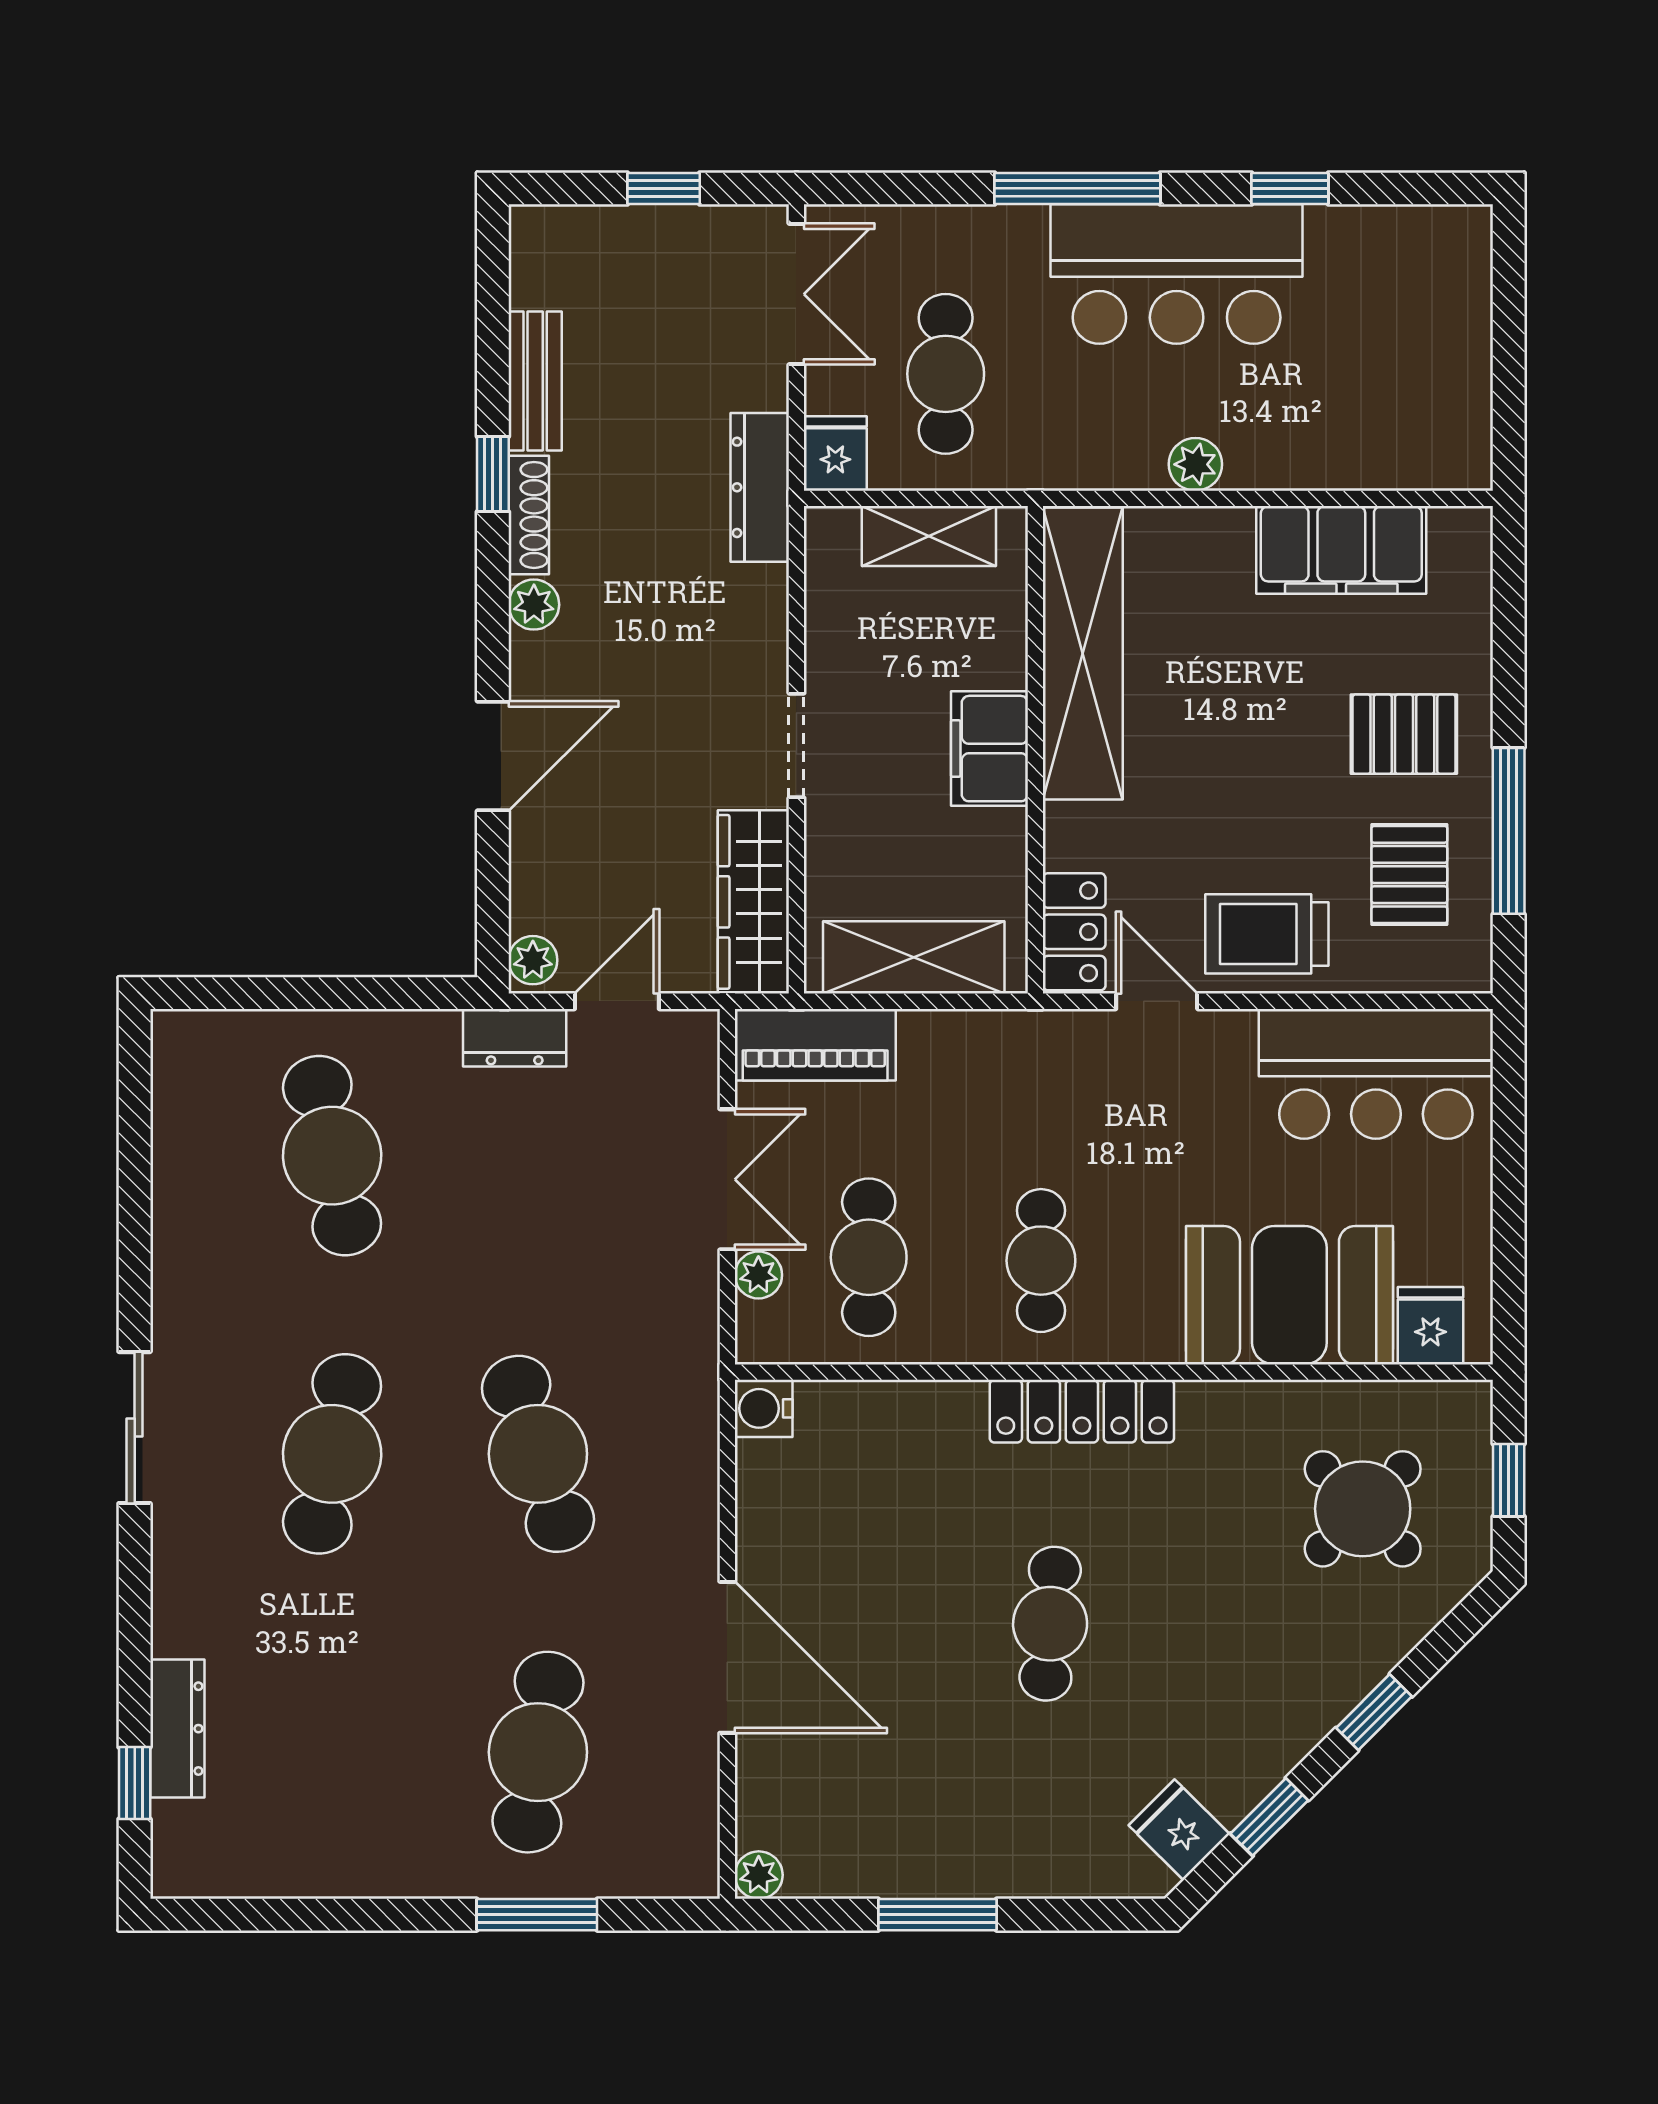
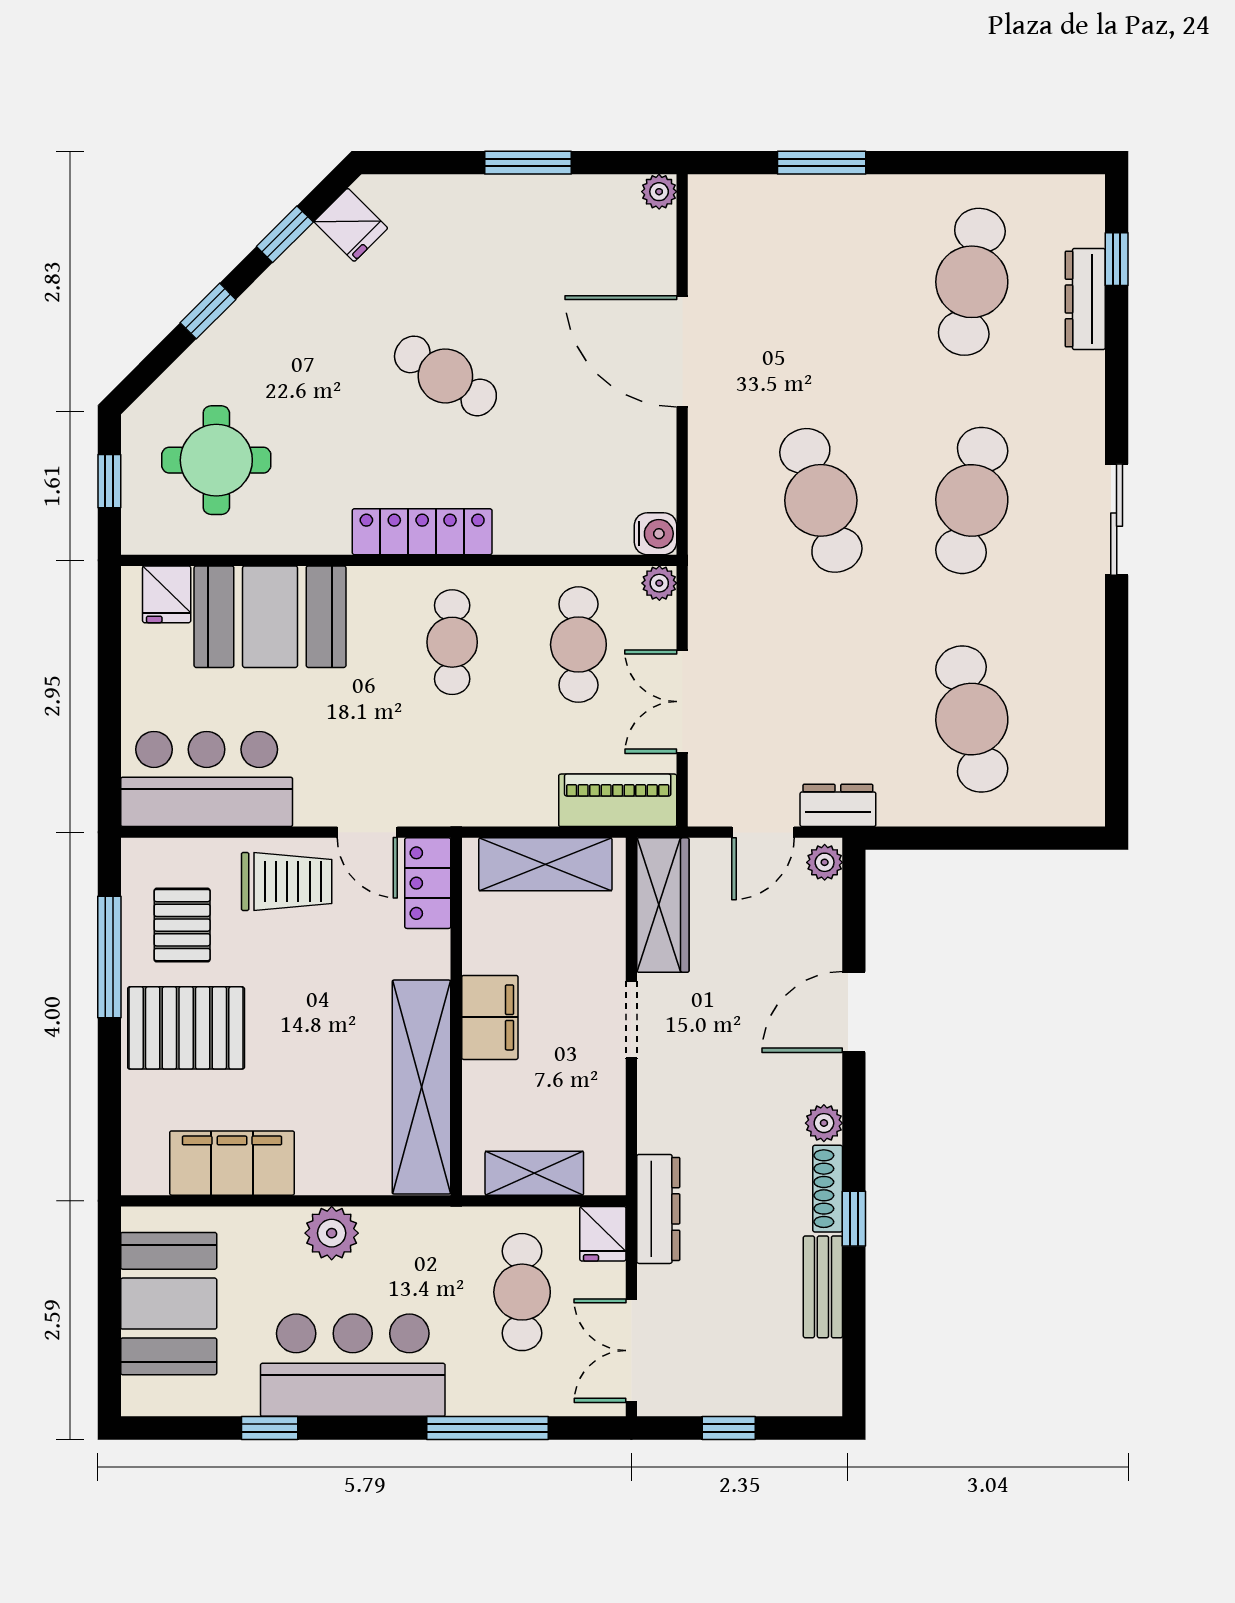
window: (1077, 188) -> (487, 1428), moved
booth: (1428, 358) -> (169, 1304), added
plant: (1195, 464) -> (332, 1233), width x1.38, depth x1.38
pallet: (1404, 734) -> (186, 1028), width x1.50, depth x1.42
plant: (758, 1275) -> (659, 583), moved
round table: (1363, 1509) -> (216, 460), turned 45
cafe table: (1050, 1624) -> (445, 376), turned -62
cafe table: (538, 1752) -> (972, 282), moved

